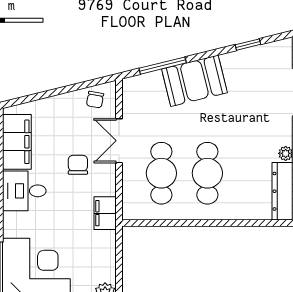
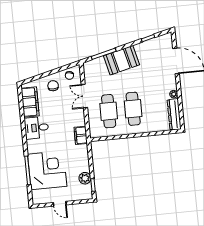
chair: (78, 165) -> (53, 86), moved

